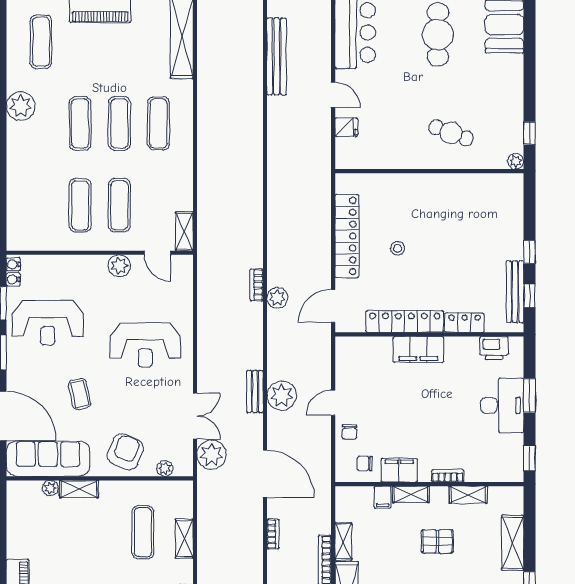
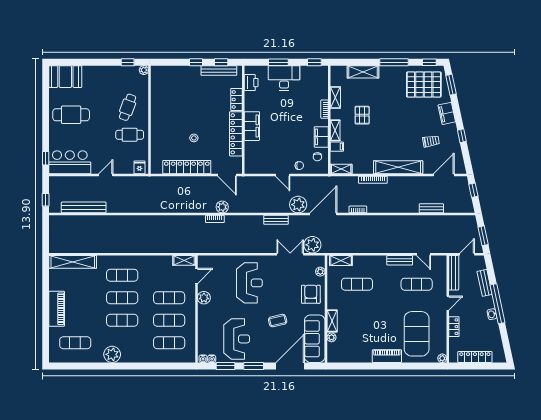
fridge: (346, 127) -> (139, 167), moved
cafe table: (403, 136) -> (130, 135), added
exercise mat: (41, 205) -> (169, 343), added
plant: (282, 396) -> (298, 205), moved
armchair: (125, 452) -> (311, 294), turned 68
shelving: (184, 539) -> (341, 260), moved
shelving: (343, 541) -> (341, 169), moved

